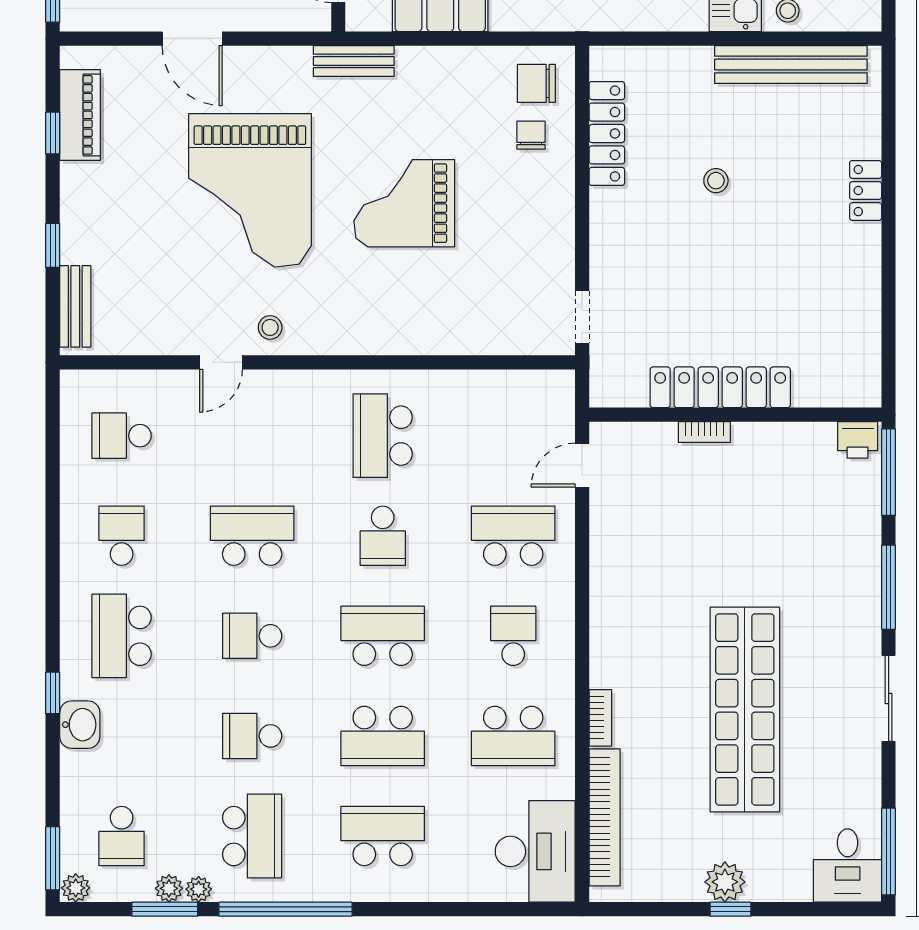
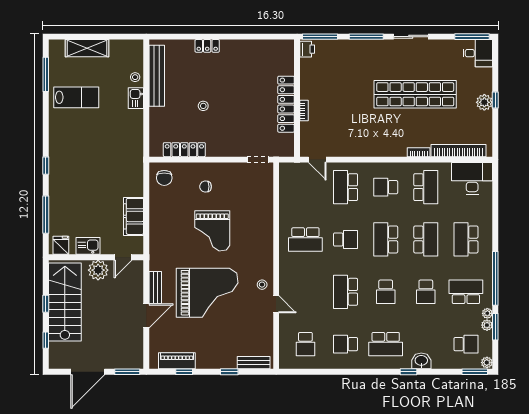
bench: (354, 61) -> (155, 287), moved
chair: (531, 135) -> (206, 187), moved

